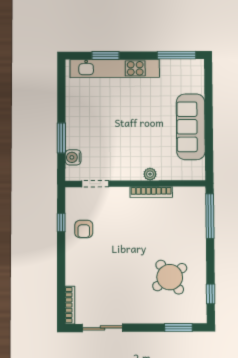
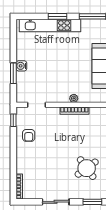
window: (105, 56) -> (58, 16), moved
water cooler: (73, 157) -> (21, 66), moved
window: (61, 223) -> (13, 120), moved
sliding door: (103, 328) -> (56, 202), moved

